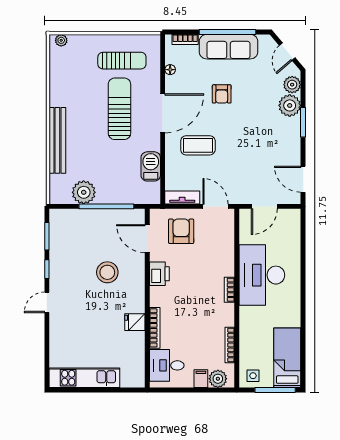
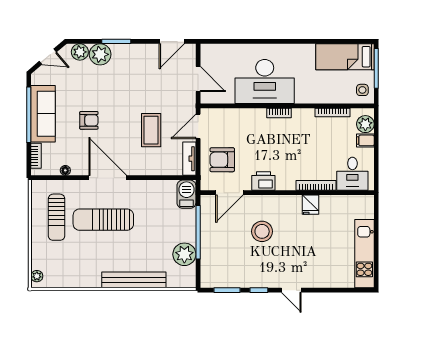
sun lounger: (122, 61) -> (57, 217), turned 180
coffee table: (198, 145) -> (151, 130), moved
barbecue: (151, 166) -> (186, 194), moved, turned 90

